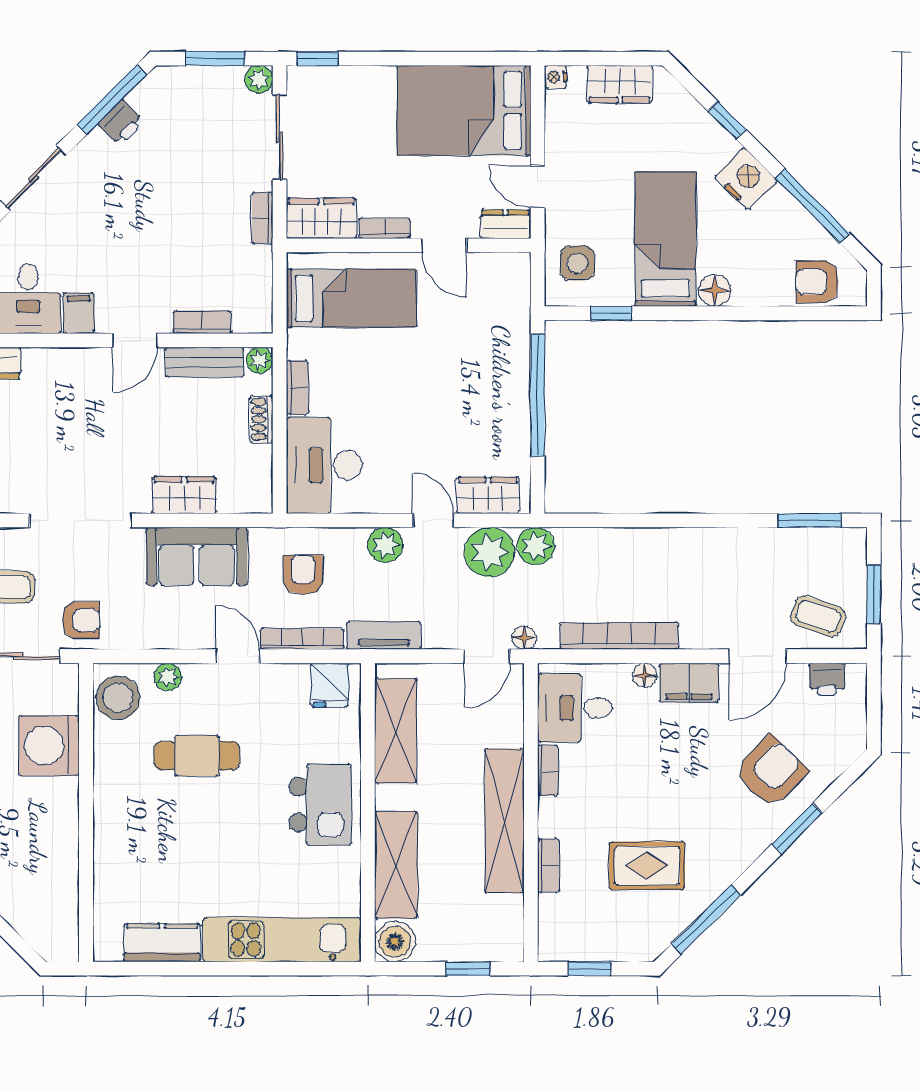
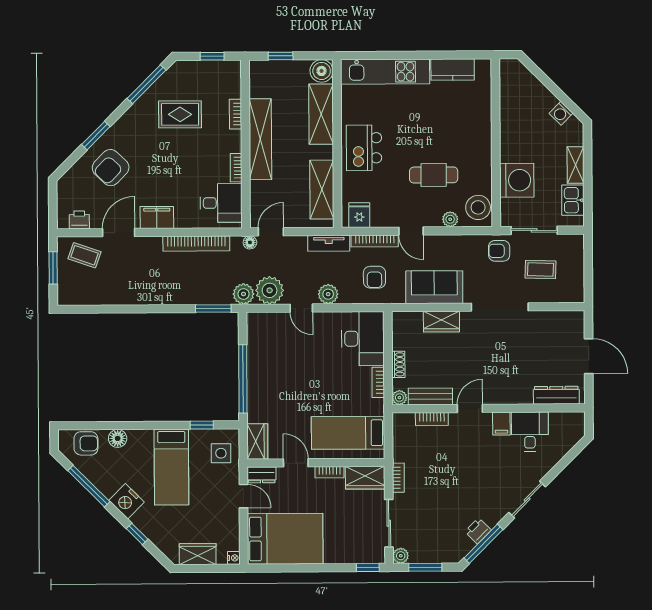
floor lamp: (715, 290) -> (118, 438), moved
wardrobe: (488, 495) -> (257, 441), moved, turned -90
window: (810, 520) -> (213, 308), moved
floor lamp: (645, 675) -> (182, 222), removed

